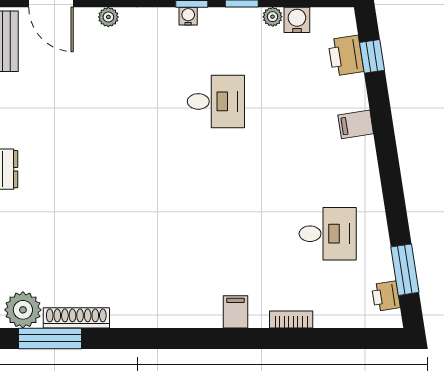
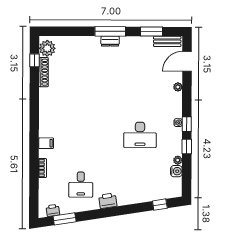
printer: (346, 56) -> (108, 201), moved
desk: (216, 101) -> (140, 135), width x1.37
filing cabinet: (356, 124) -> (130, 197), removed
window: (50, 338) -> (34, 60), width x0.46

